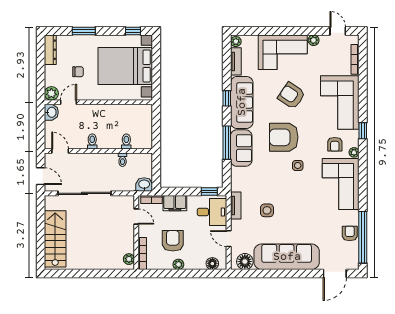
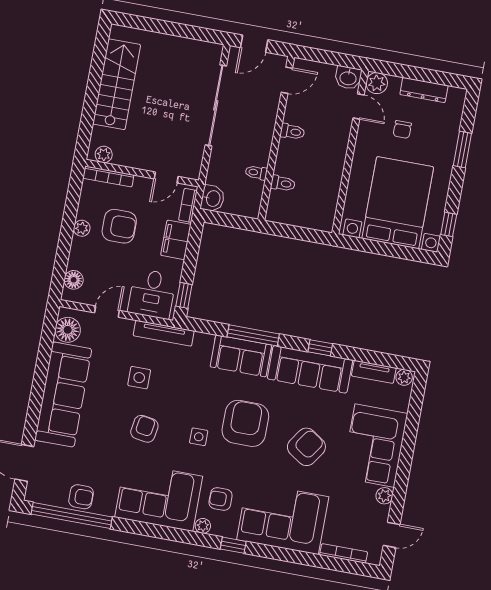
dresser: (50, 50) -> (424, 90), moved
armchair: (299, 201) -> (144, 429), added
tv unit: (236, 205) -> (164, 333), width x1.41
stairs: (55, 239) -> (117, 84), moved, turned -90

